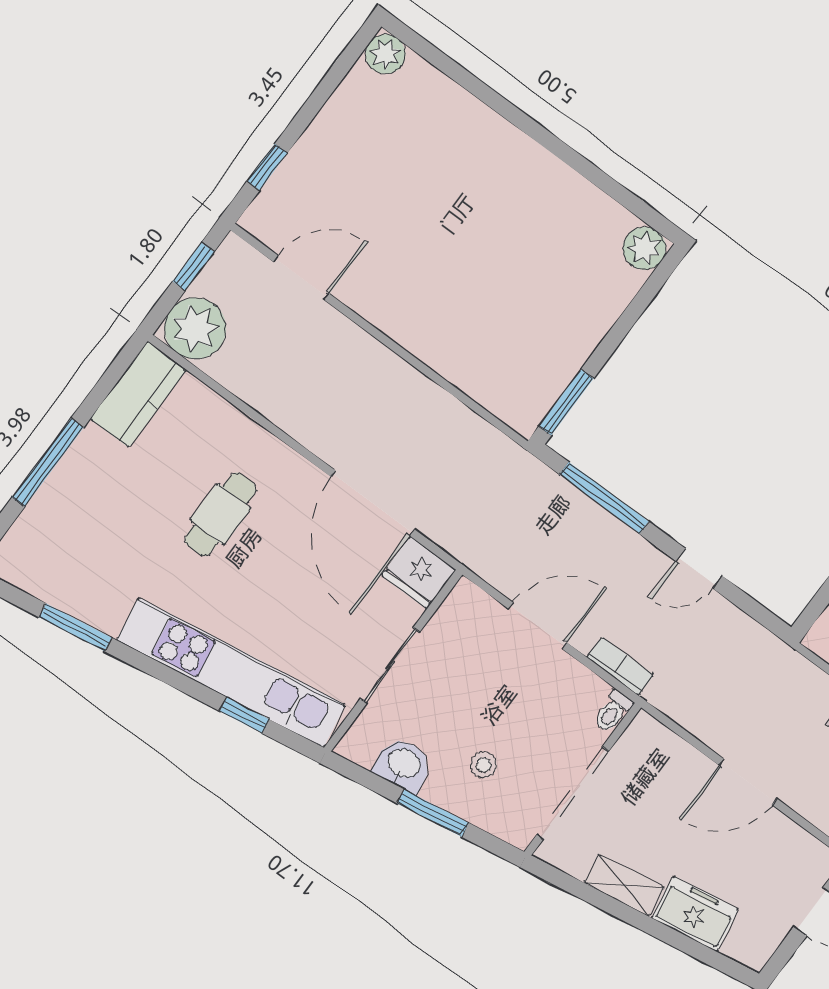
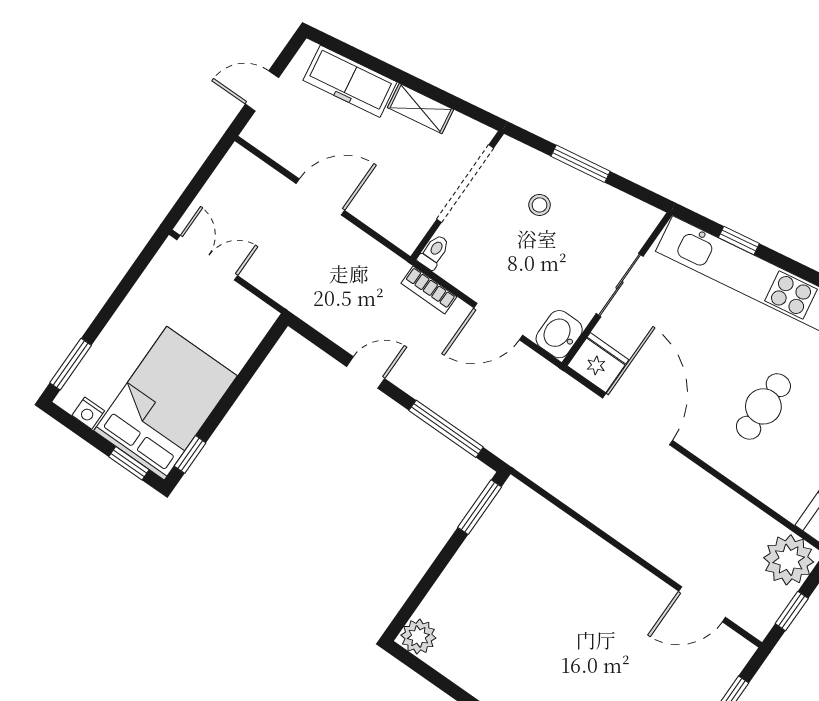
washbasin: (403, 764) -> (559, 334), moved, turned 99
freezer: (695, 914) -> (350, 81), width x1.40

